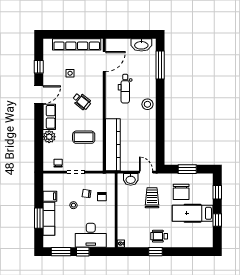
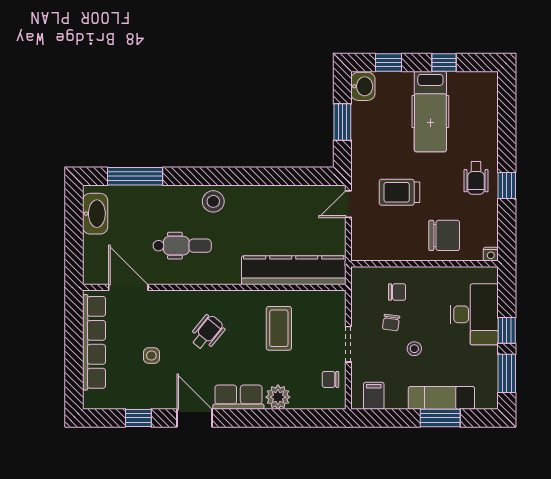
washbasin: (131, 179) -> (363, 86), moved
chair: (181, 192) -> (444, 235), moved
filing cabinet: (50, 196) -> (374, 396), moved

